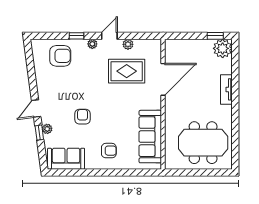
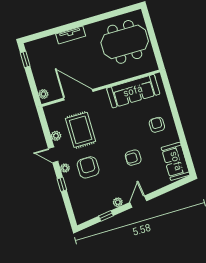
plant: (223, 48) -> (43, 94), moved, width x0.53, depth x0.53
armchair: (60, 56) -> (88, 167), moved
door: (36, 108) -> (138, 202), swing flipped
plant: (47, 129) -> (118, 202), moved
window: (39, 133) -> (106, 216), moved
meeting table: (203, 143) -> (125, 42), turned 90

